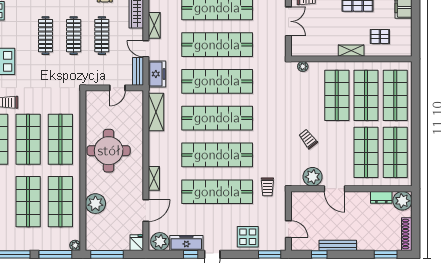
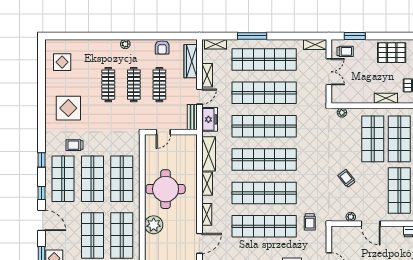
door: (146, 49) -> (199, 97), swing flipped
door: (117, 88) -> (163, 132), moved
shelving: (154, 145) -> (207, 184), added
plant: (313, 177) -> (351, 217), width x0.53, depth x0.53
plant: (95, 204) -> (154, 225), moved

